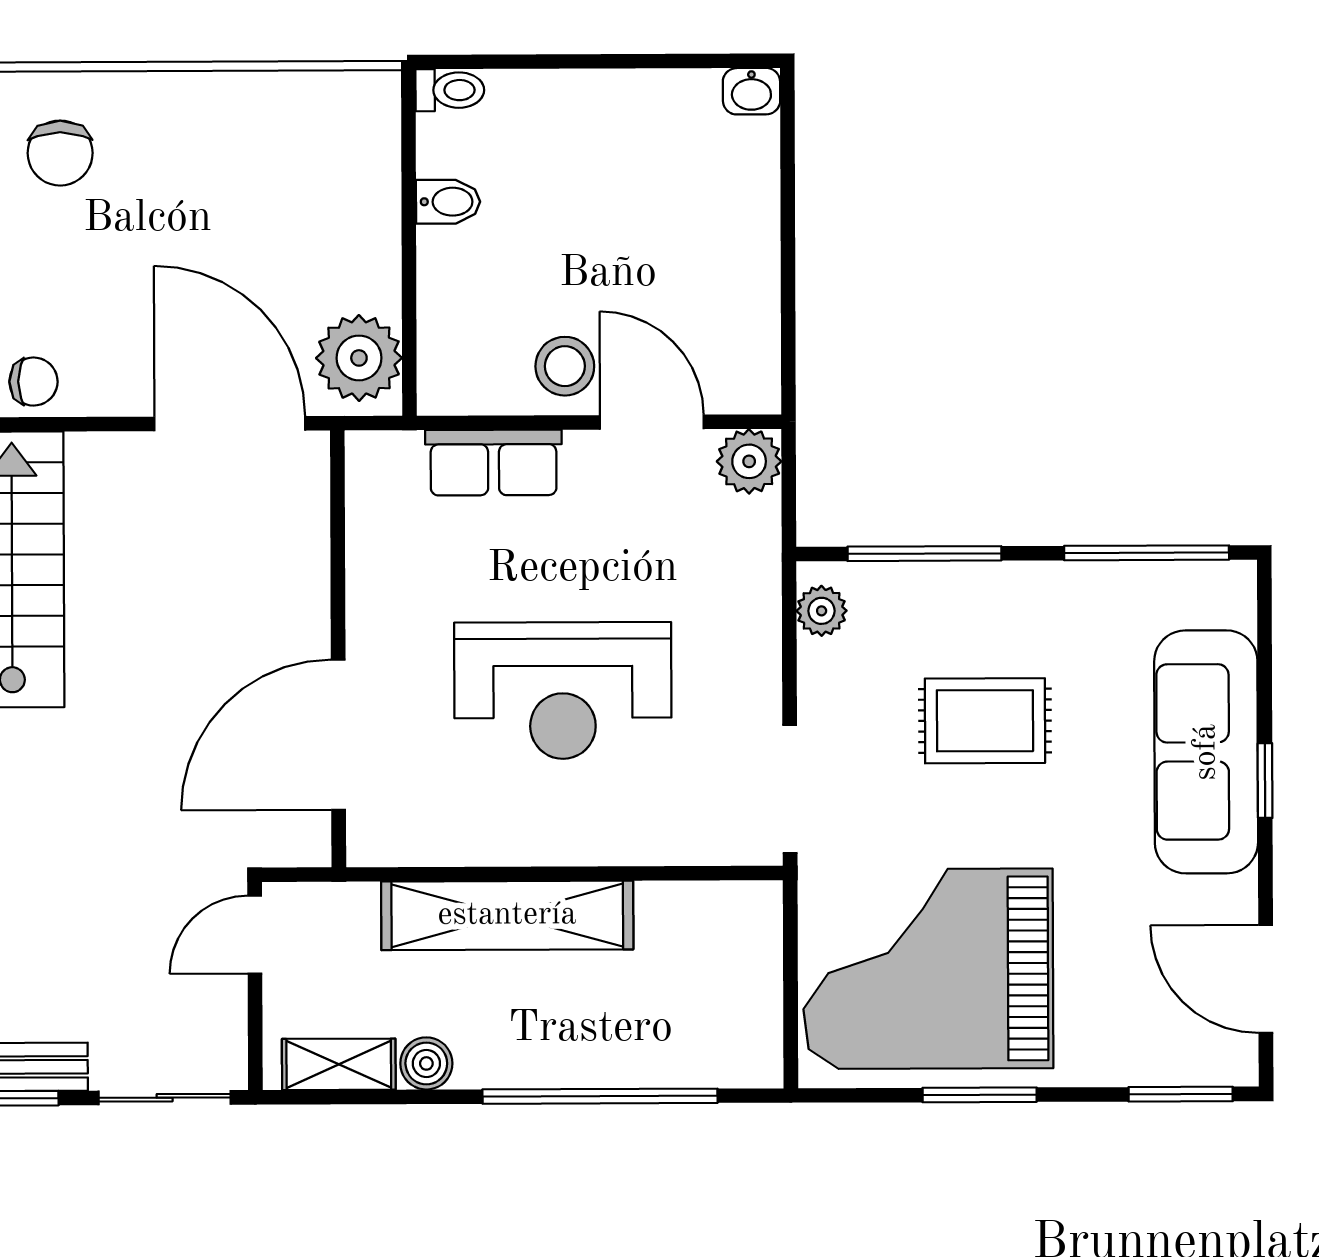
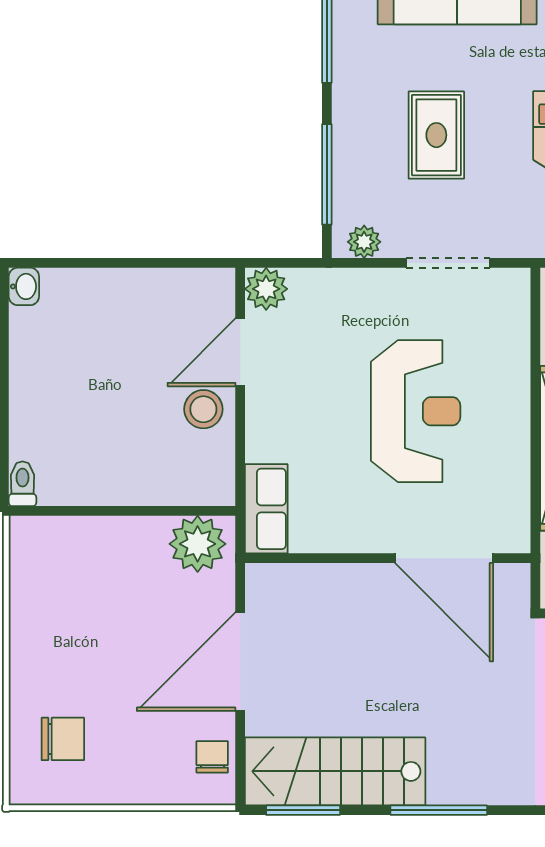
bidet: (448, 202) -> (95, 485), removed
door: (230, 424) -> (240, 662), moved
row of seats: (494, 463) -> (266, 509), moved
doorway: (790, 789) -> (448, 263), moved

